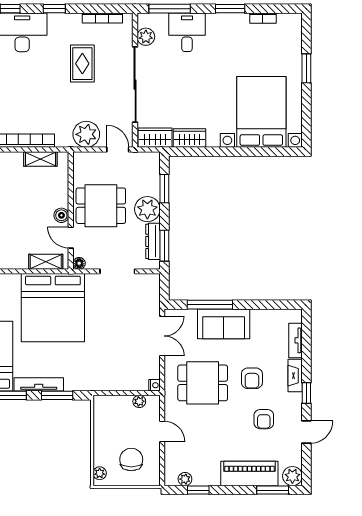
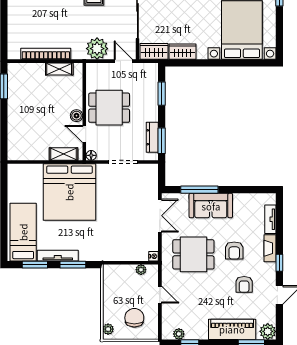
plant: (147, 209) -> (148, 111), removed

